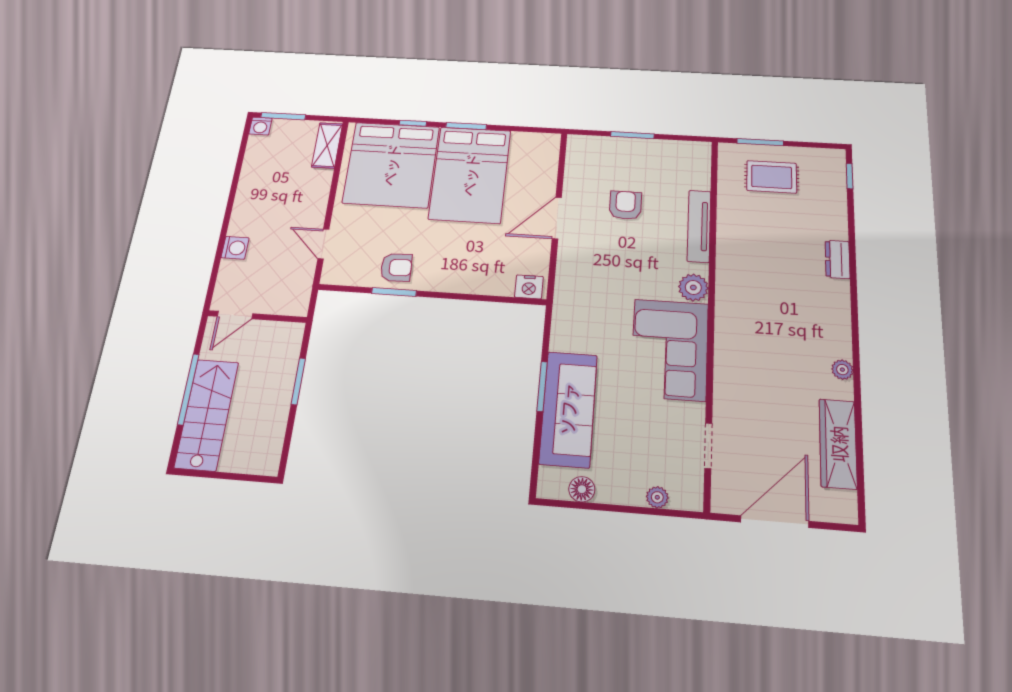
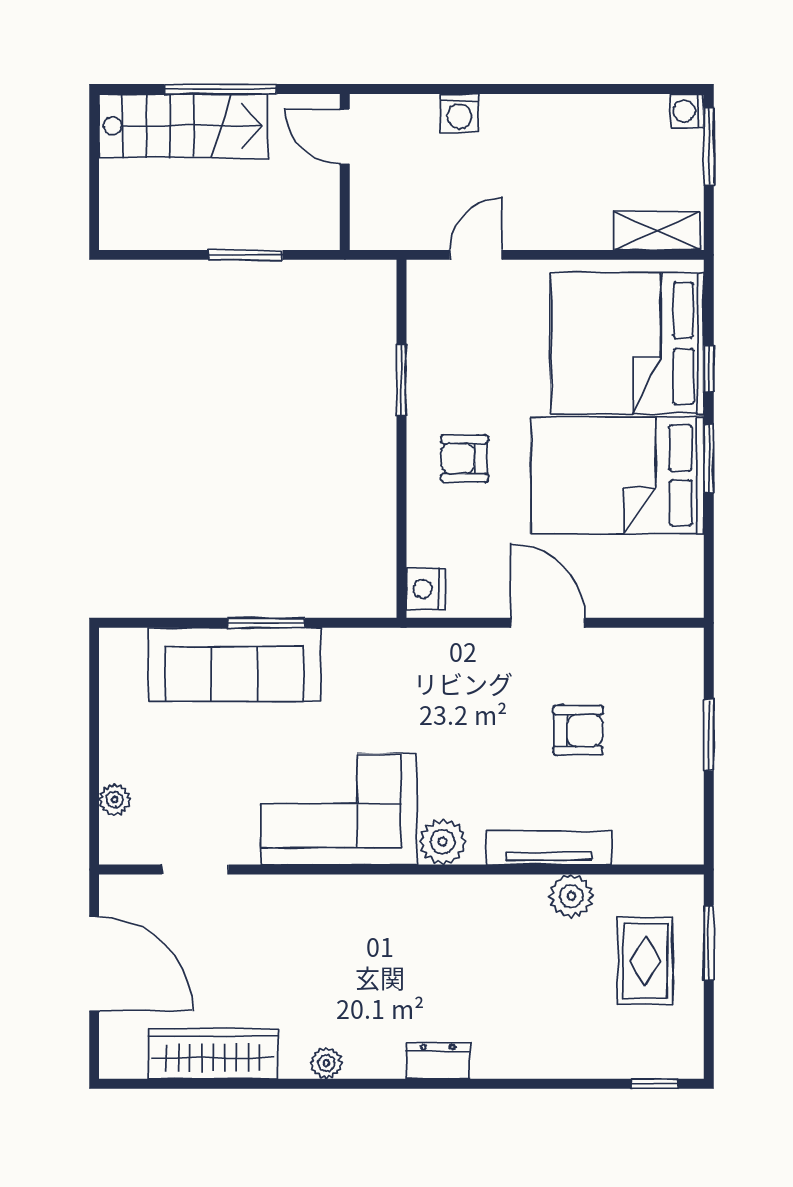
plant: (730, 215) -> (571, 896), added
dresser: (838, 259) -> (438, 1061), moved
armchair: (396, 267) -> (464, 458), moved, turned 92
floor lamp: (582, 489) -> (117, 692), removed

